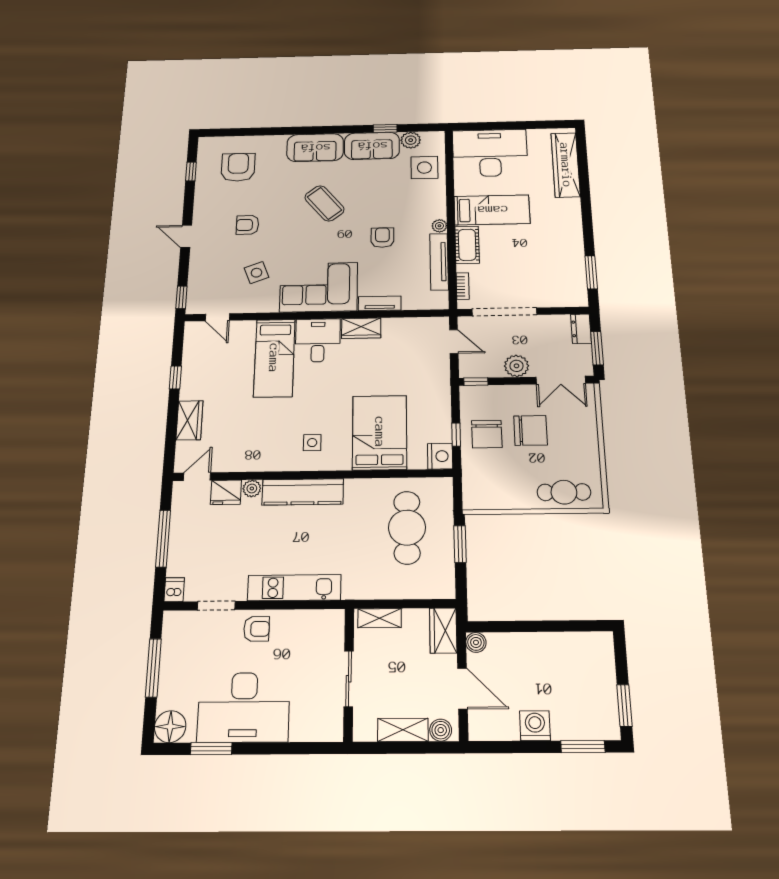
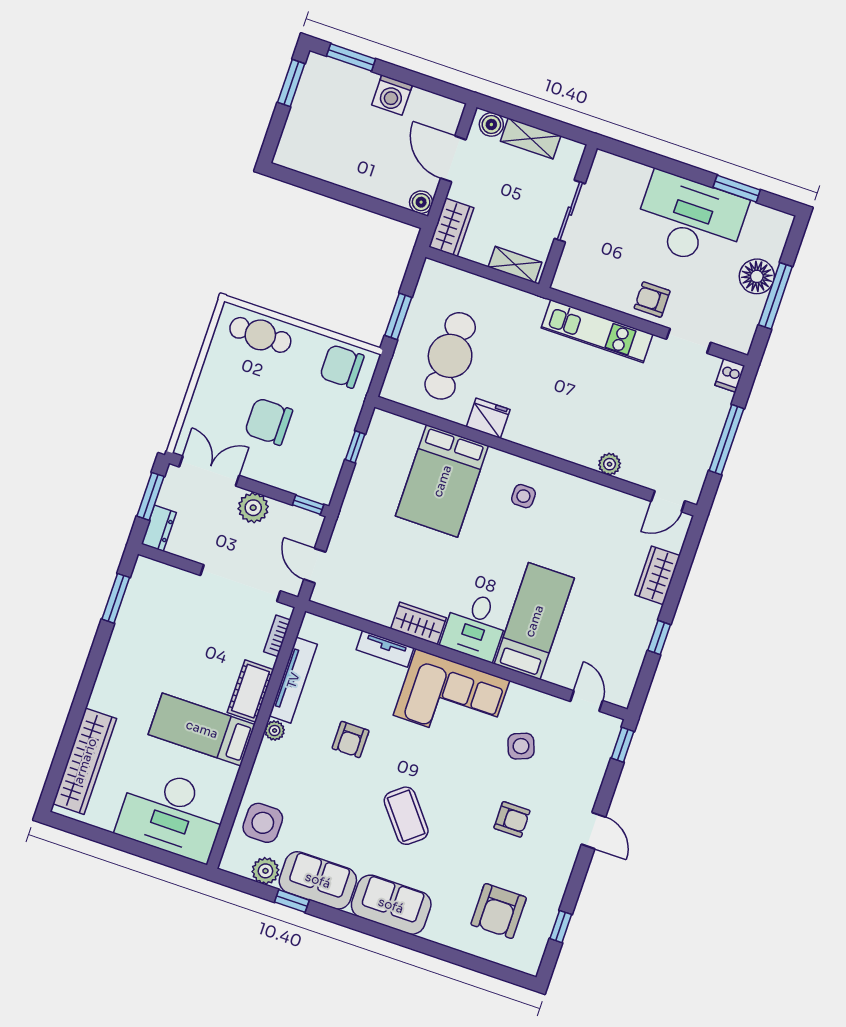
chair: (487, 434) -> (342, 366), moved, turned -90
nightstand: (440, 456) -> (383, 427), removed
fridge: (226, 492) -> (488, 418), moved
kitchen counter: (303, 492) -> (553, 439), removed
floor lamp: (170, 727) -> (757, 276), moved

